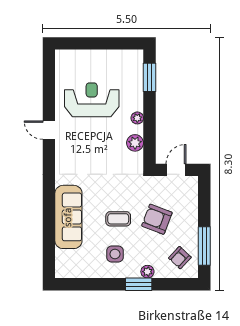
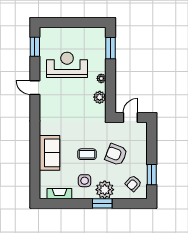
window: (49, 76) -> (35, 47), added
sofa: (68, 217) -> (50, 153), width x0.73
window: (204, 246) -> (152, 175), width x0.69
fireplace: (81, 271) -> (59, 194), added
plant: (147, 272) -> (105, 190), width x1.87, depth x1.87

